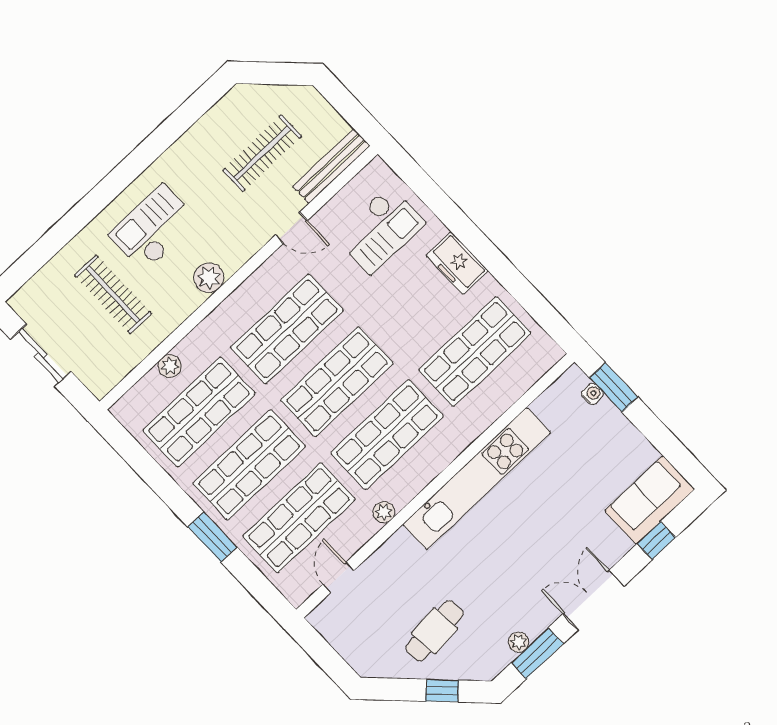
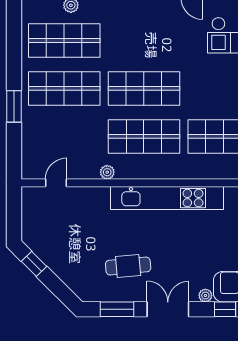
shop shelf: (287, 329) -> (144, 40), removed
shop shelf: (299, 518) -> (64, 136), removed
cafe table: (435, 631) -> (128, 266), moved
plant: (519, 642) -> (205, 295), moved
window: (442, 691) -> (34, 264), moved

